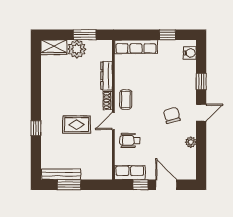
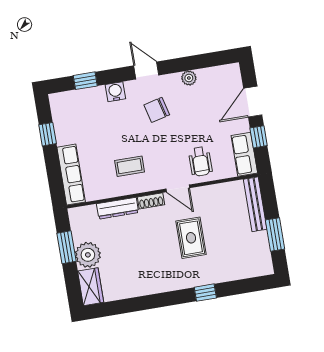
water cooler: (190, 53) -> (115, 92), moved
window: (201, 81) -> (85, 81), moved
coffee table: (126, 99) -> (130, 166), moved
bench: (61, 174) -> (255, 204), moved

